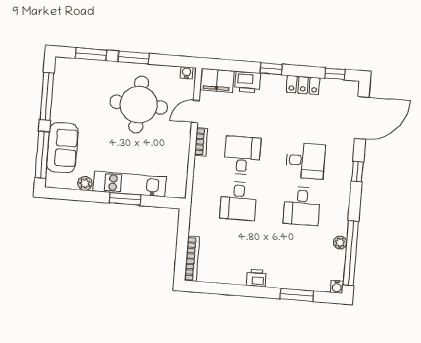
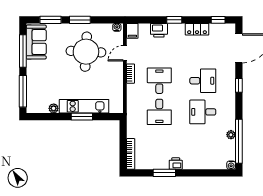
filing cabinet: (217, 80) -> (132, 31), width x0.50
sofa: (62, 148) -> (36, 42), moved
desk: (302, 206) -> (203, 112), turned 90
window: (297, 295) -> (164, 173), moved

